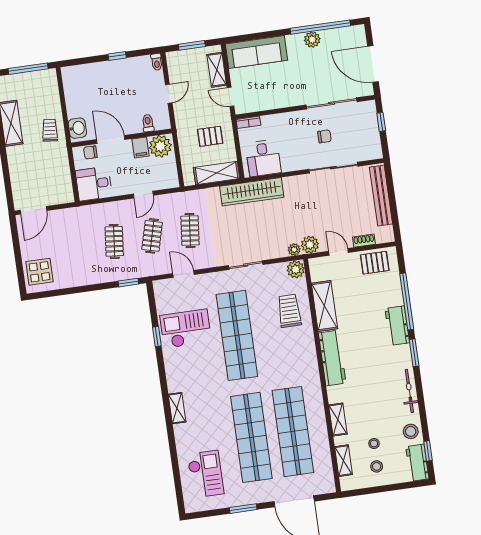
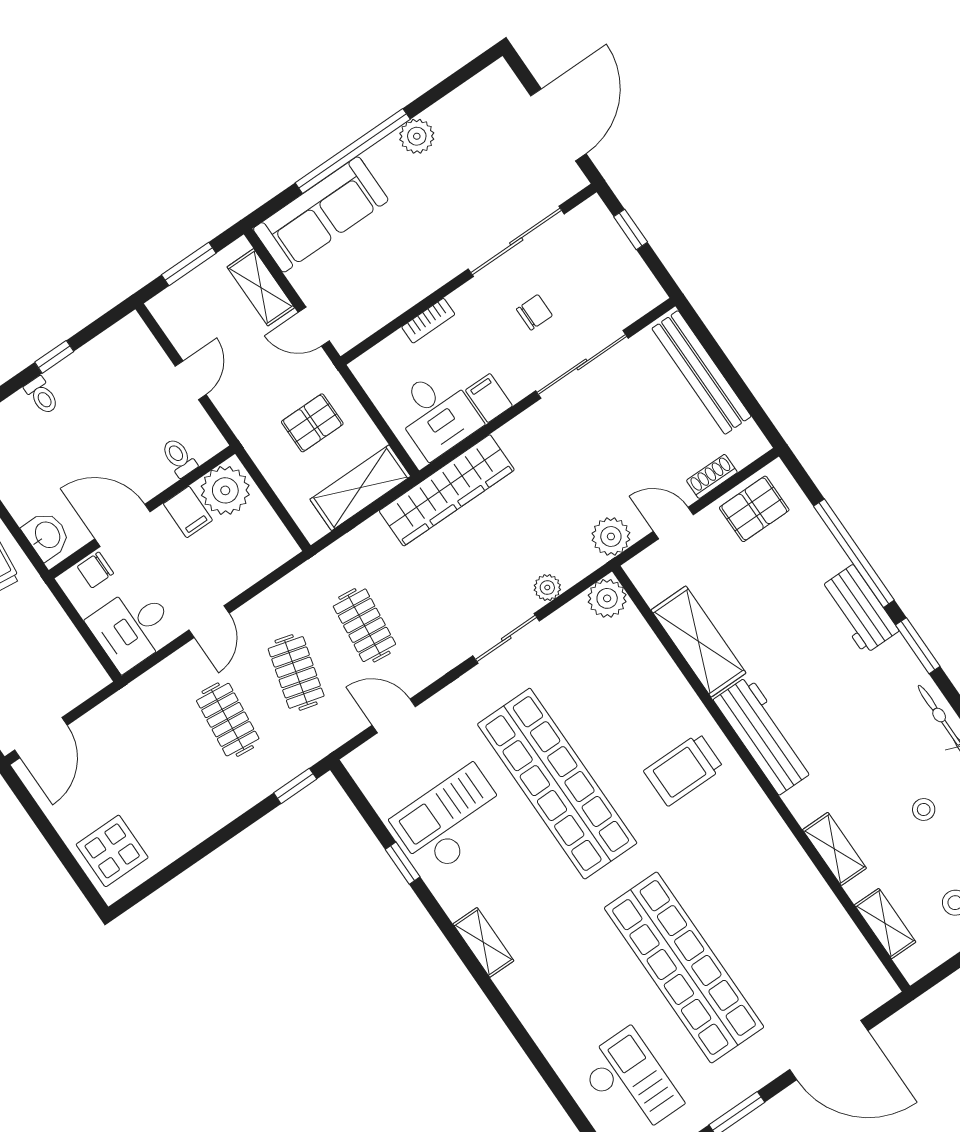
window: (320, 27) -> (353, 151), moved
toilet: (157, 62) -> (42, 396), moved
door: (373, 64) -> (558, 125), swing flipped
bookcase: (248, 122) -> (428, 321), moved
filing cabinet: (288, 162) -> (489, 398), added
door: (143, 195) -> (209, 622), moved
plant: (294, 250) -> (547, 588), moved
trolley: (289, 311) -> (684, 770), moved, turned -90
shelving: (177, 408) -> (483, 942), moved
shop shelf: (293, 432) -> (759, 916), removed
stool: (374, 443) -> (924, 809), moved

